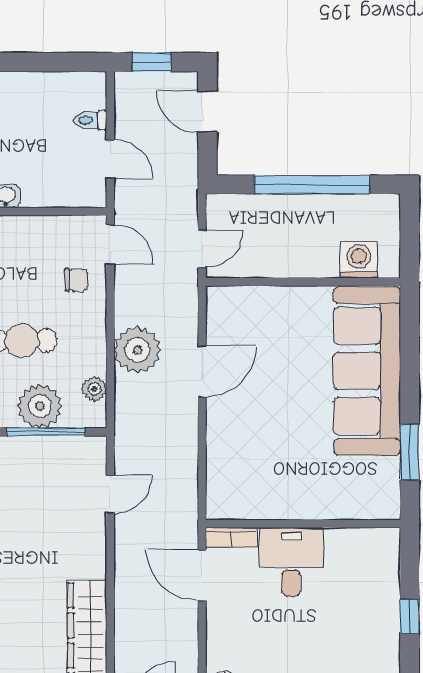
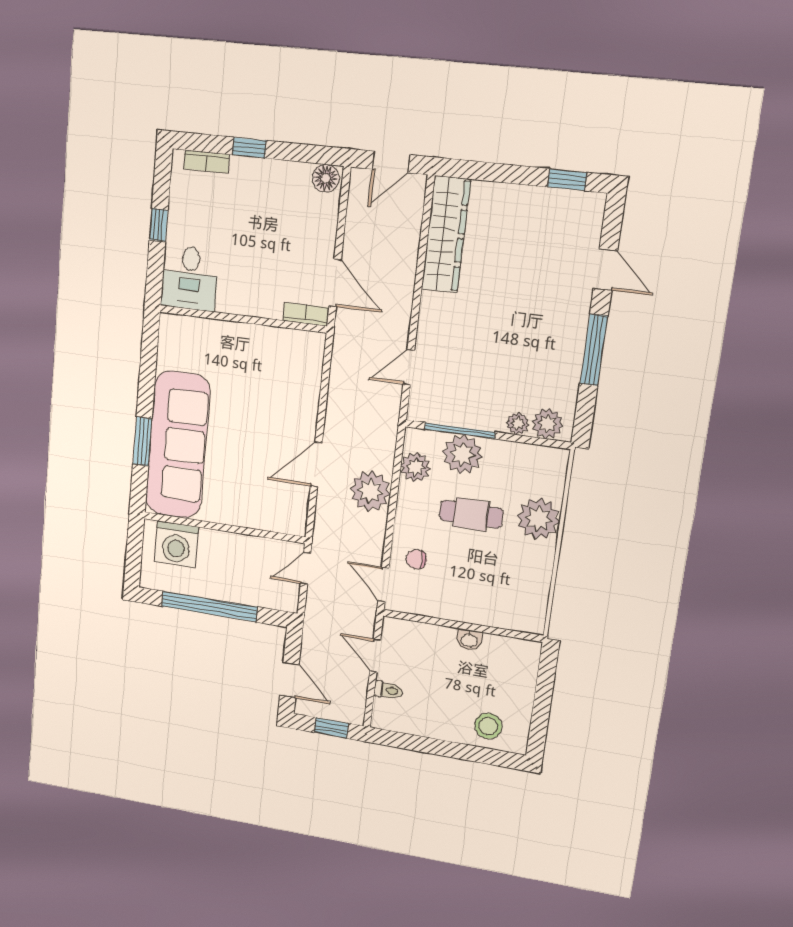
washing machine: (359, 260) -> (176, 544), width x1.37, depth x1.37
plant: (94, 389) -> (415, 467), width x1.38, depth x1.38
window: (410, 452) -> (142, 441), moved
desk: (291, 562) -> (190, 278), moved

